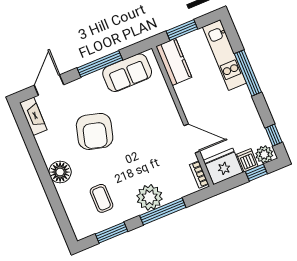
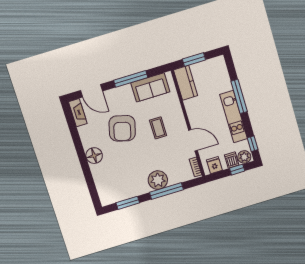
kitchen unit: (225, 55) -> (234, 117), moved
door: (49, 85) -> (91, 91), swing flipped
fridge: (223, 166) -> (214, 165), width x0.53, depth x0.75
coffee table: (102, 198) -> (158, 128), moved

